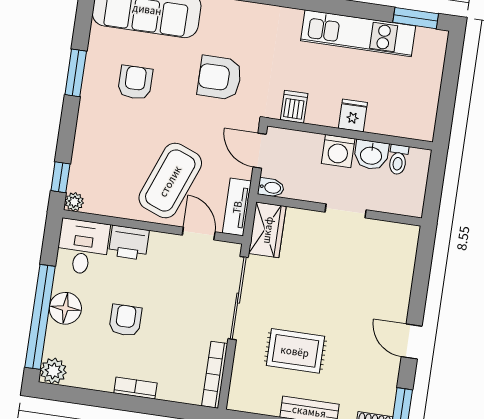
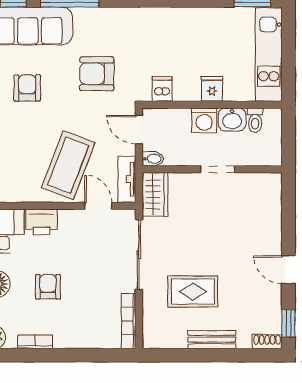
kitchen unit: (358, 33) -> (269, 55), moved, turned 90
bookcase: (135, 388) -> (35, 342), moved

